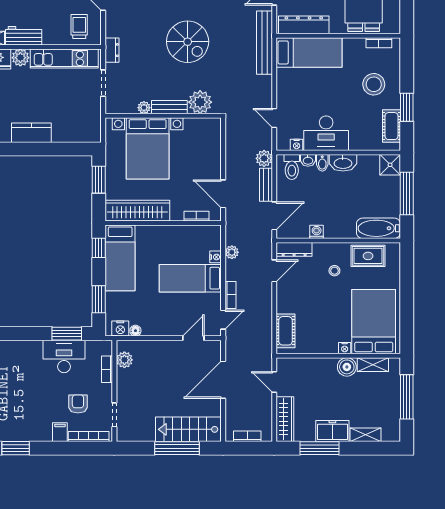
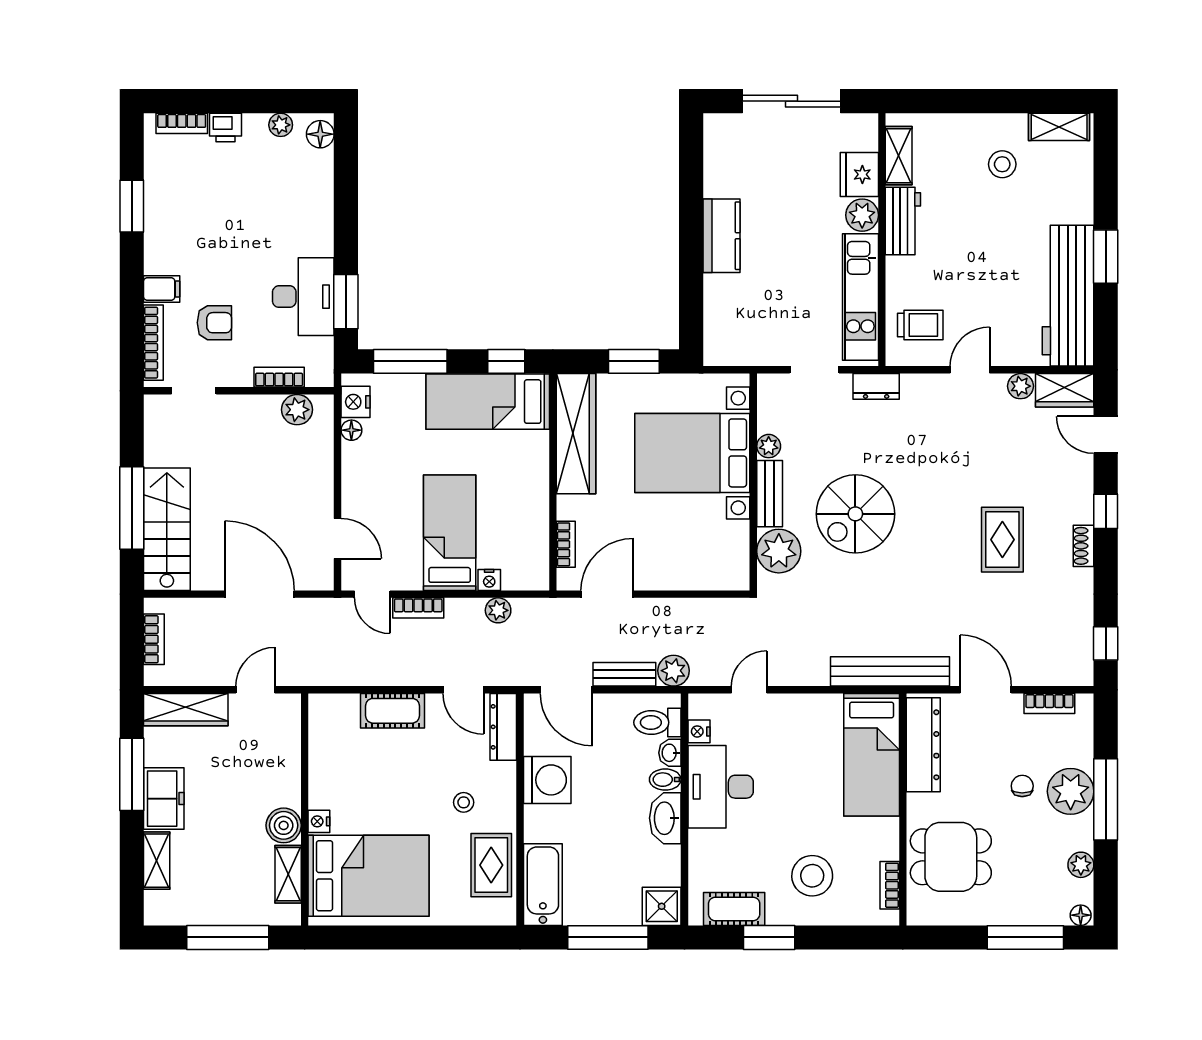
spiral stairs: (188, 42) -> (855, 514), moved
washing machine: (317, 232) -> (547, 780), width x1.89, depth x1.89
window: (99, 299) -> (410, 361), width x1.44
cot: (286, 331) -> (393, 711), moved

